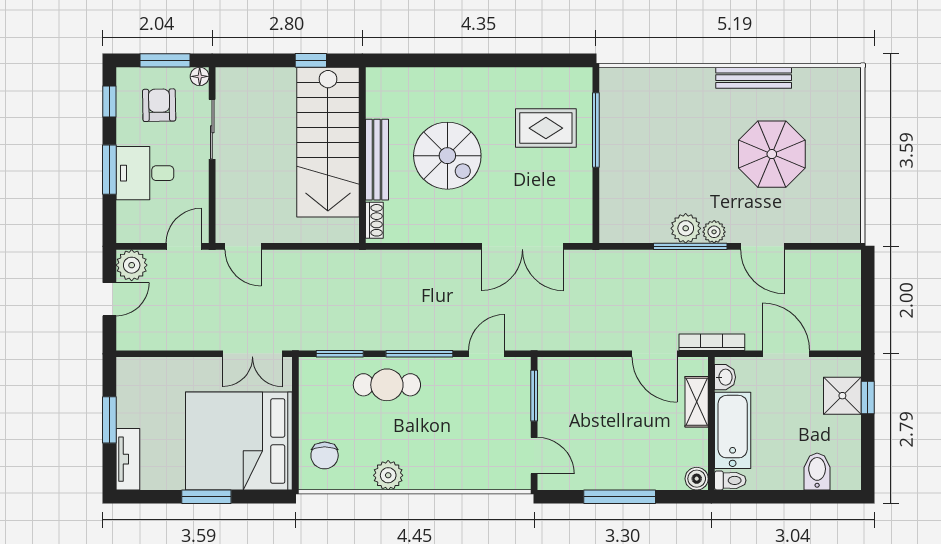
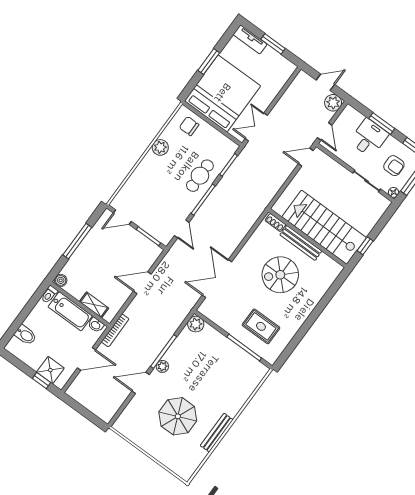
rug: (546, 128) -> (261, 326), turned 90
plant: (686, 228) -> (196, 324), moved
door: (109, 299) -> (325, 82), swing flipped
door: (655, 354) -> (142, 283), moved

